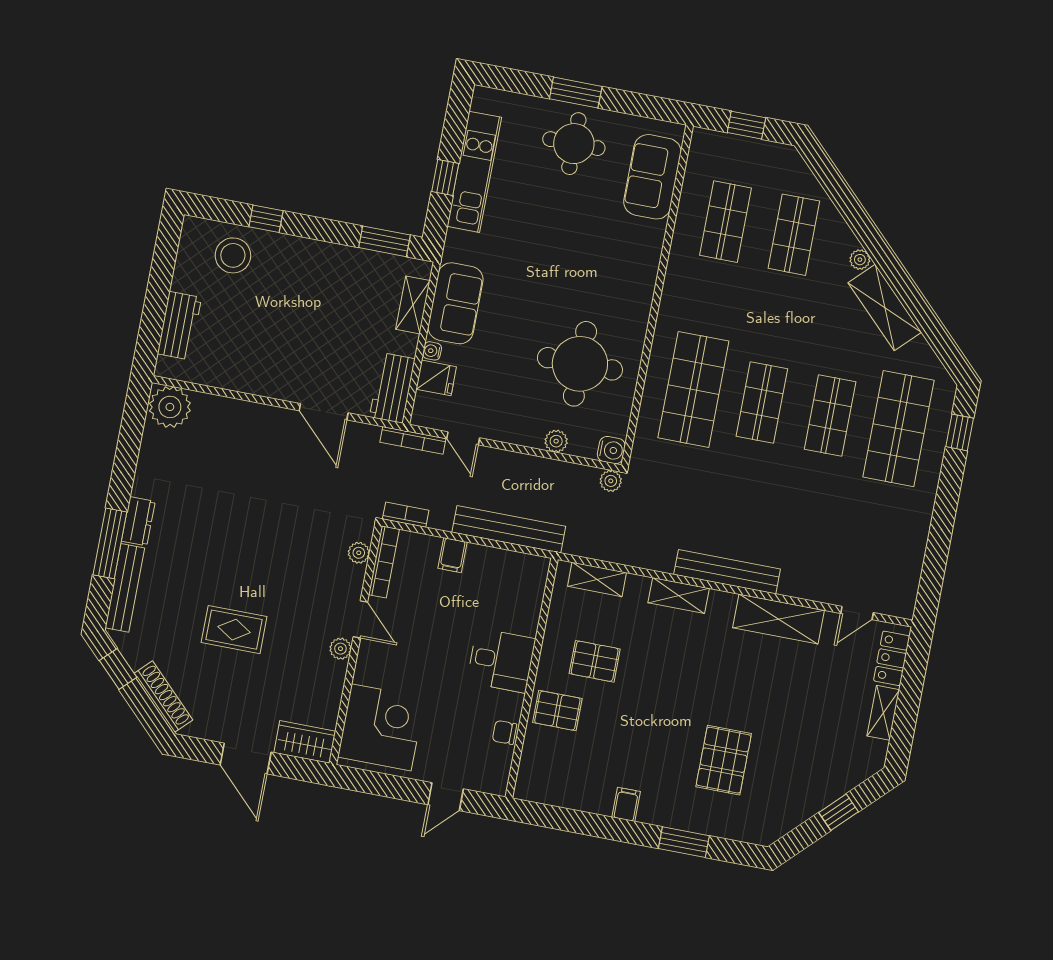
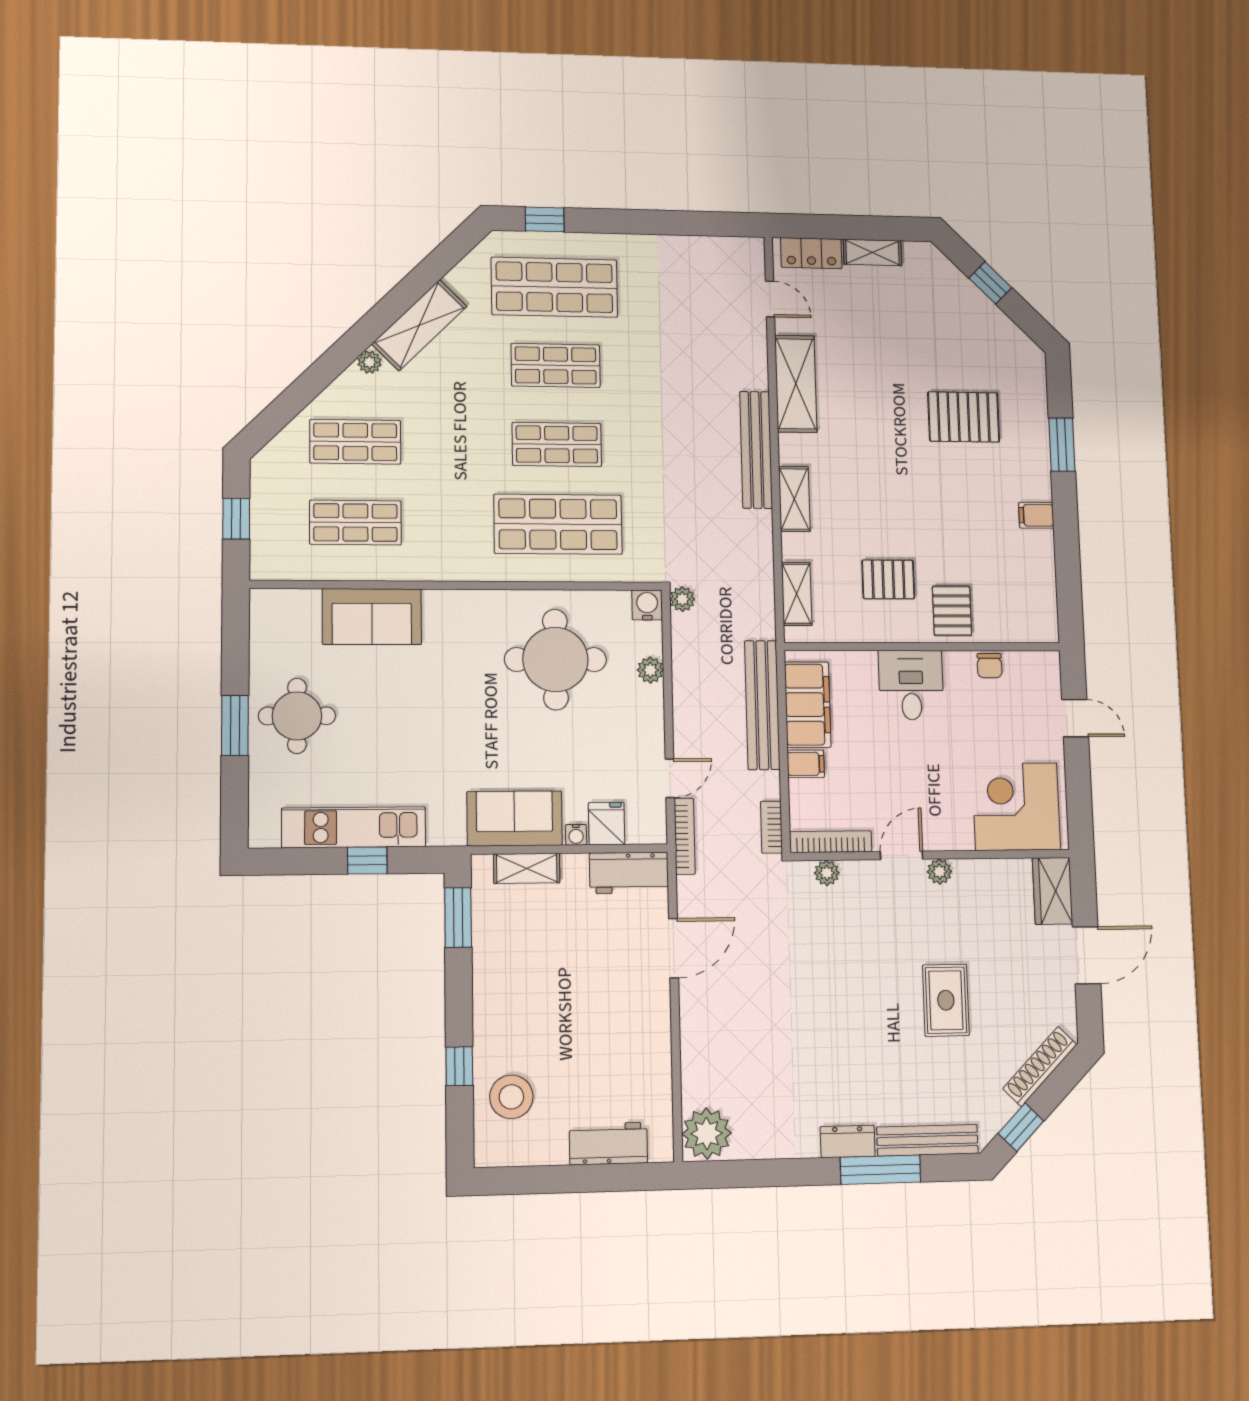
sofa: (652, 177) -> (372, 617), moved
filing cabinet: (502, 568) -> (808, 705), added
pallet: (595, 661) -> (888, 579), turned 90

